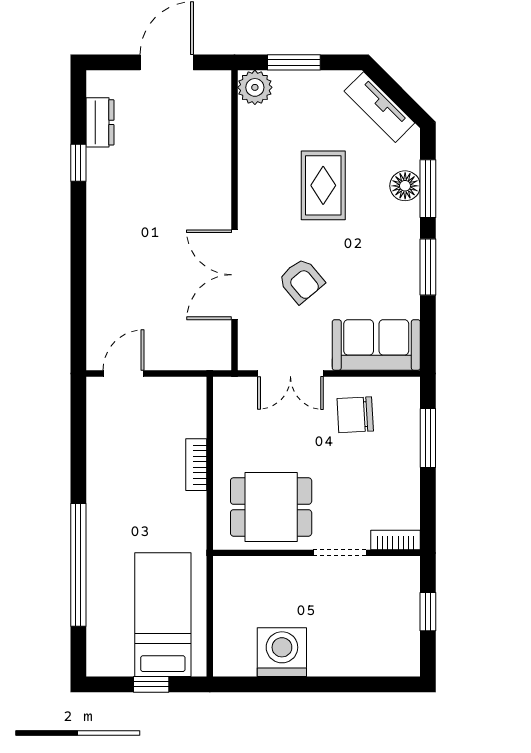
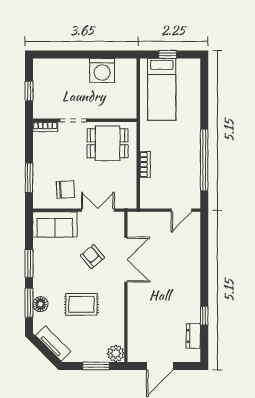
rug: (323, 185) -> (81, 304), turned 90
window: (78, 565) -> (204, 160), moved

